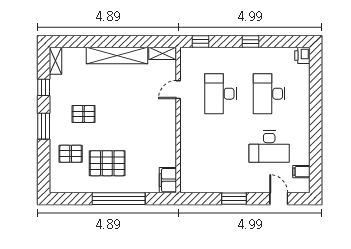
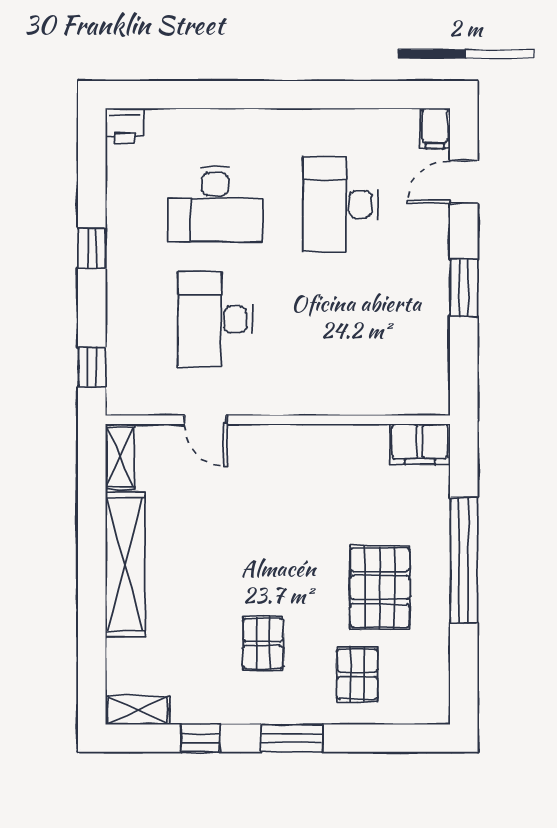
desk: (221, 94) -> (215, 319), turned 90
desk: (269, 147) -> (340, 204), turned 180
filing cabinet: (301, 172) -> (435, 128), moved

